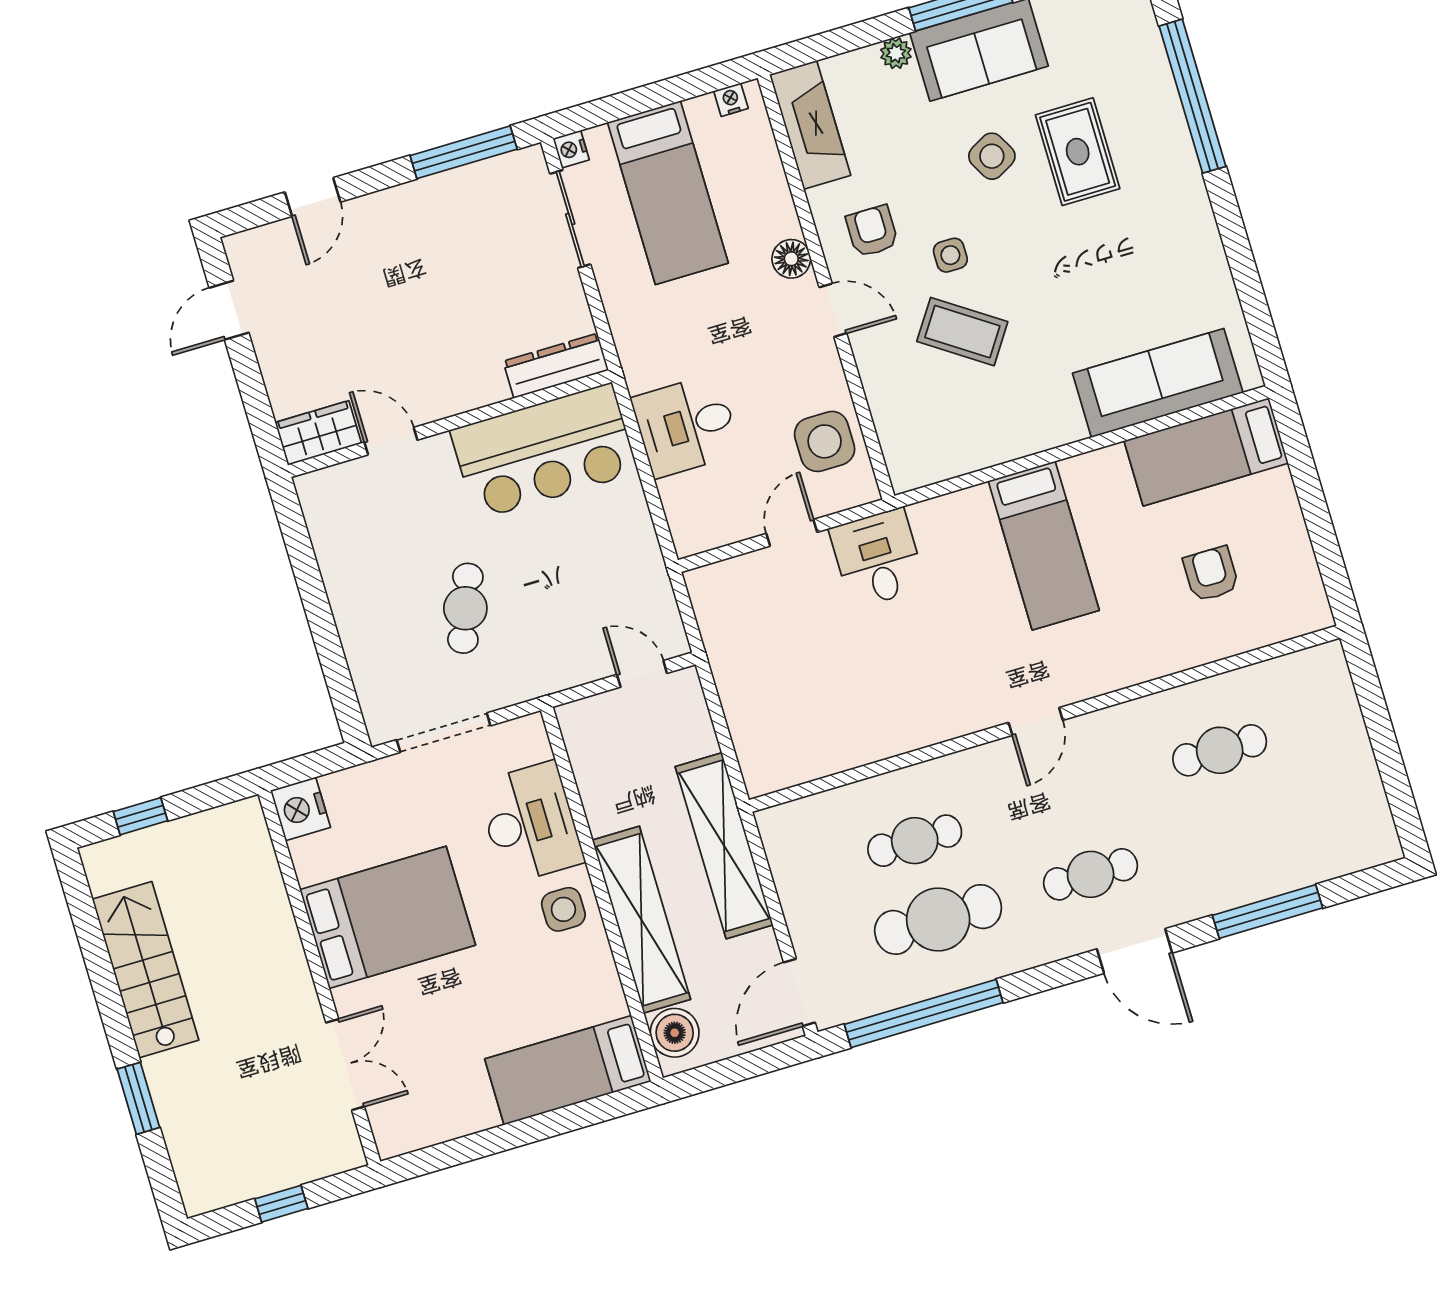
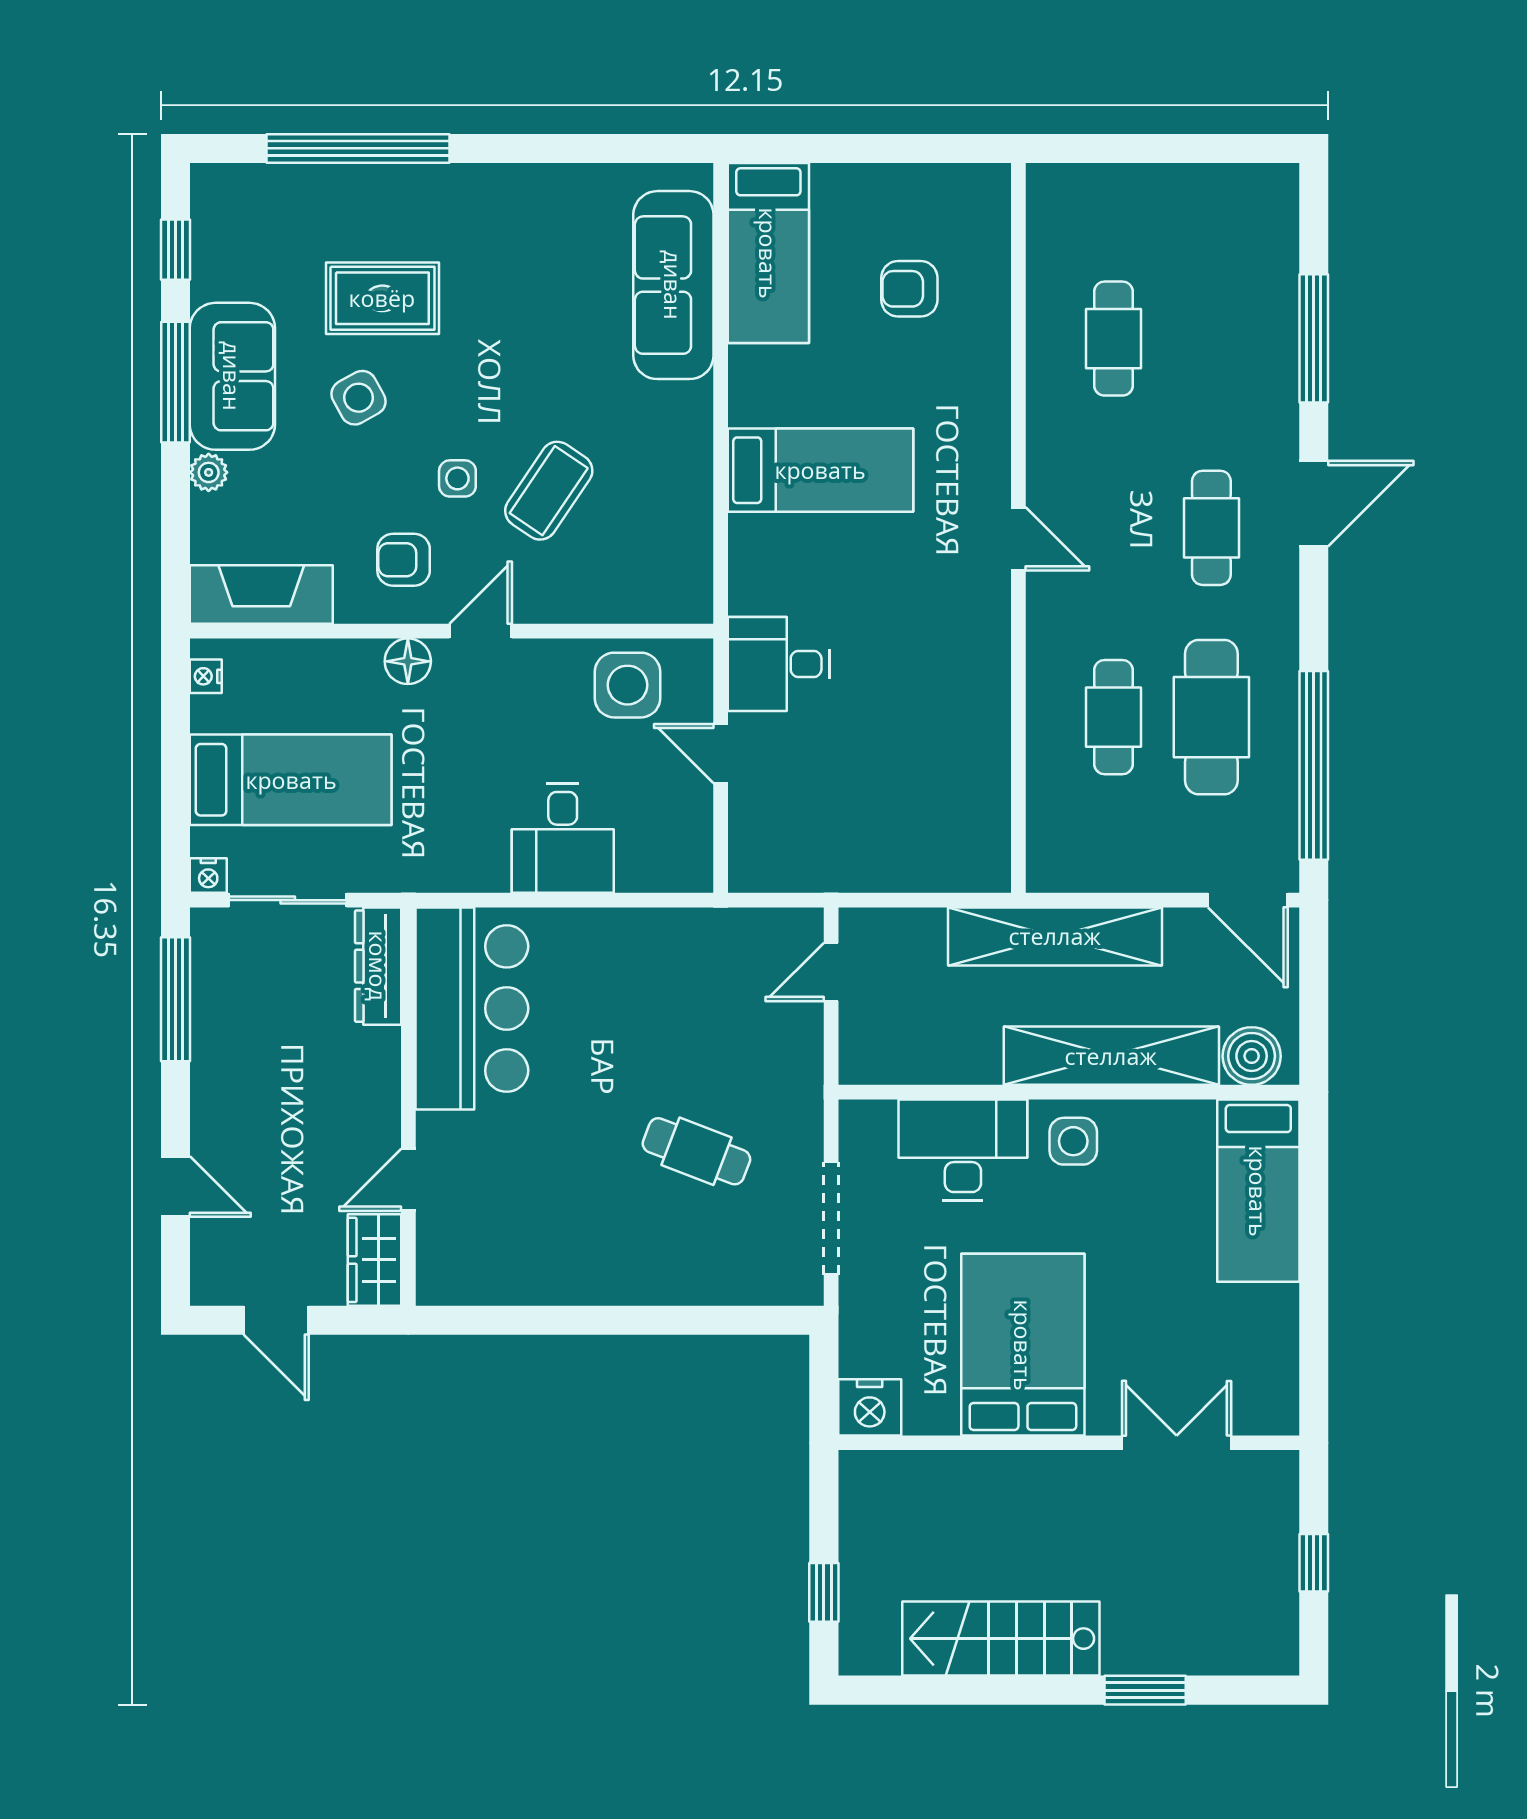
dresser: (556, 366) -> (378, 966), moved
wall: (450, 424) -> (408, 1107), moved
wardrobe: (318, 433) -> (375, 1260), moved
door: (391, 441) -> (408, 1180), moved
bar counter: (544, 451) -> (472, 1008), moved

